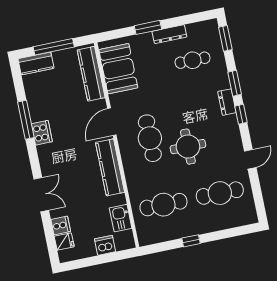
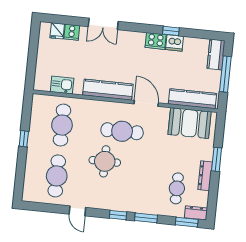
dresser: (227, 102) -> (196, 213), moved
window: (26, 120) -> (171, 31), width x0.46
dishwasher: (105, 245) -> (175, 43), moved, turned 90

